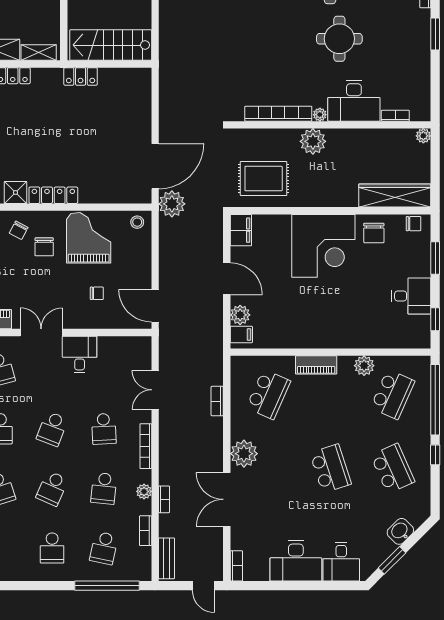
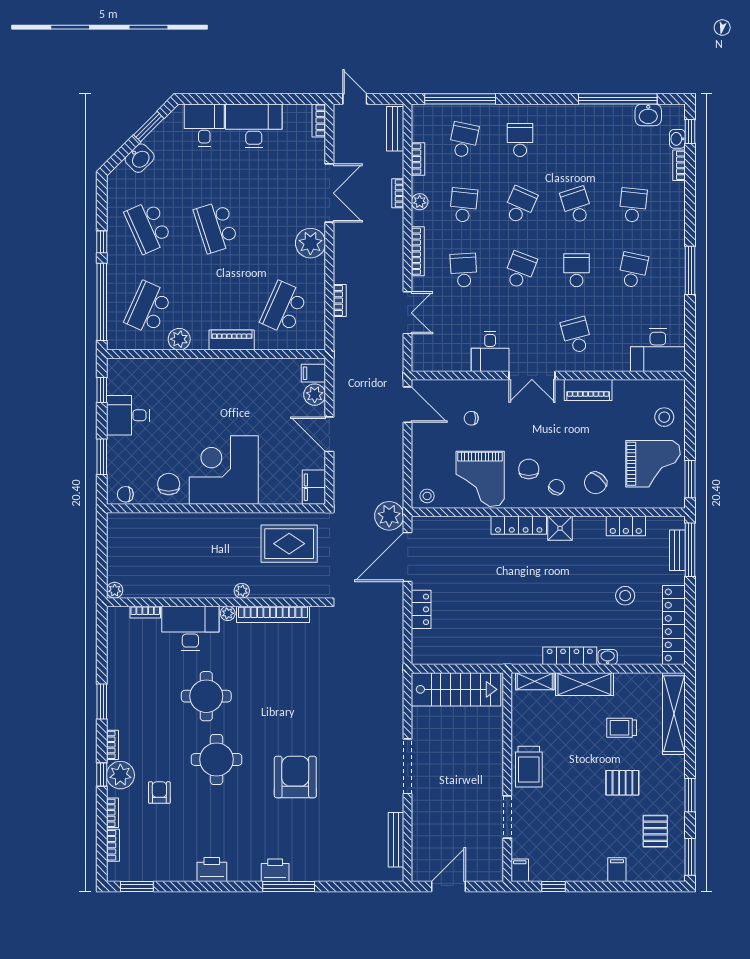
locker: (81, 76) -> (421, 609), moved, turned 90
plant: (313, 141) -> (242, 591), width x0.53, depth x0.53
wardrobe: (395, 196) -> (146, 525), removed

